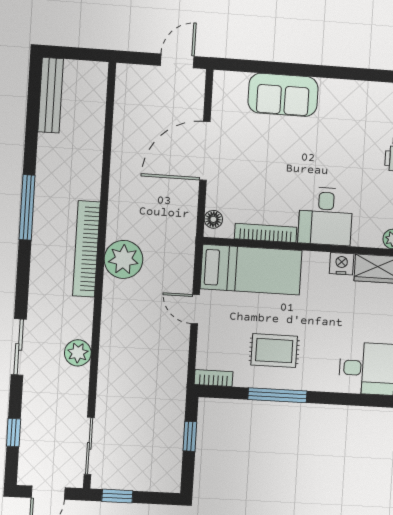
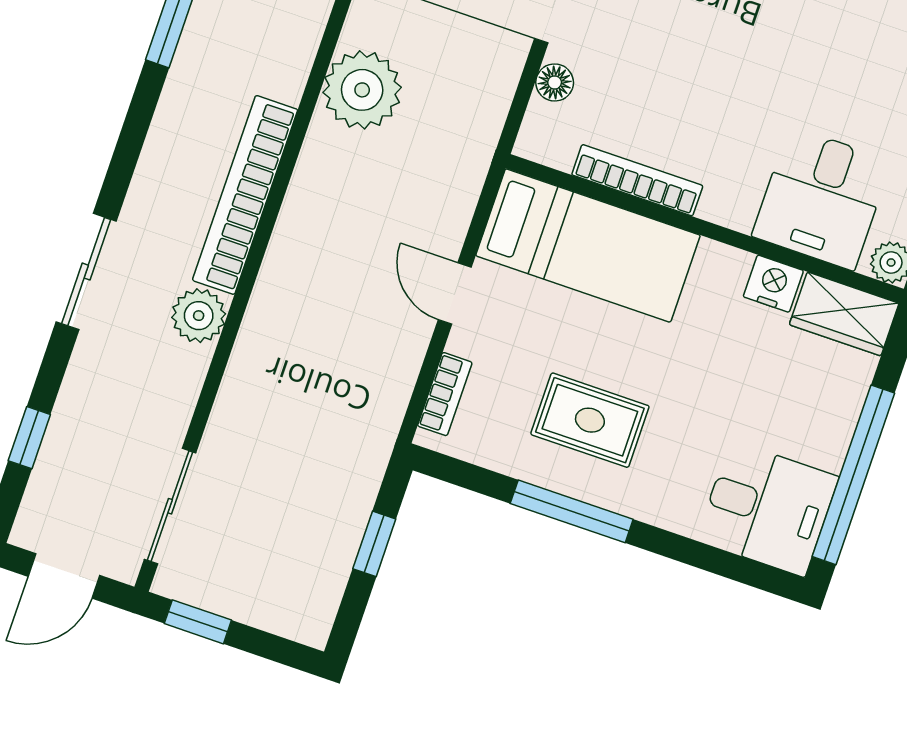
desk: (325, 216) -> (822, 198), moved
floor lamp: (213, 219) -> (555, 82), moved
bookcase: (86, 249) -> (245, 195), moved
plant: (123, 259) -> (362, 90), moved
bookcase: (214, 378) -> (445, 394), moved, turned 90

